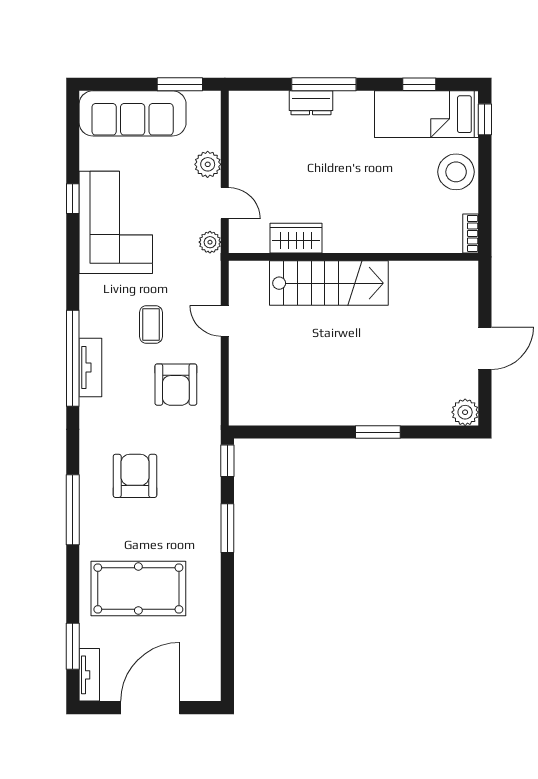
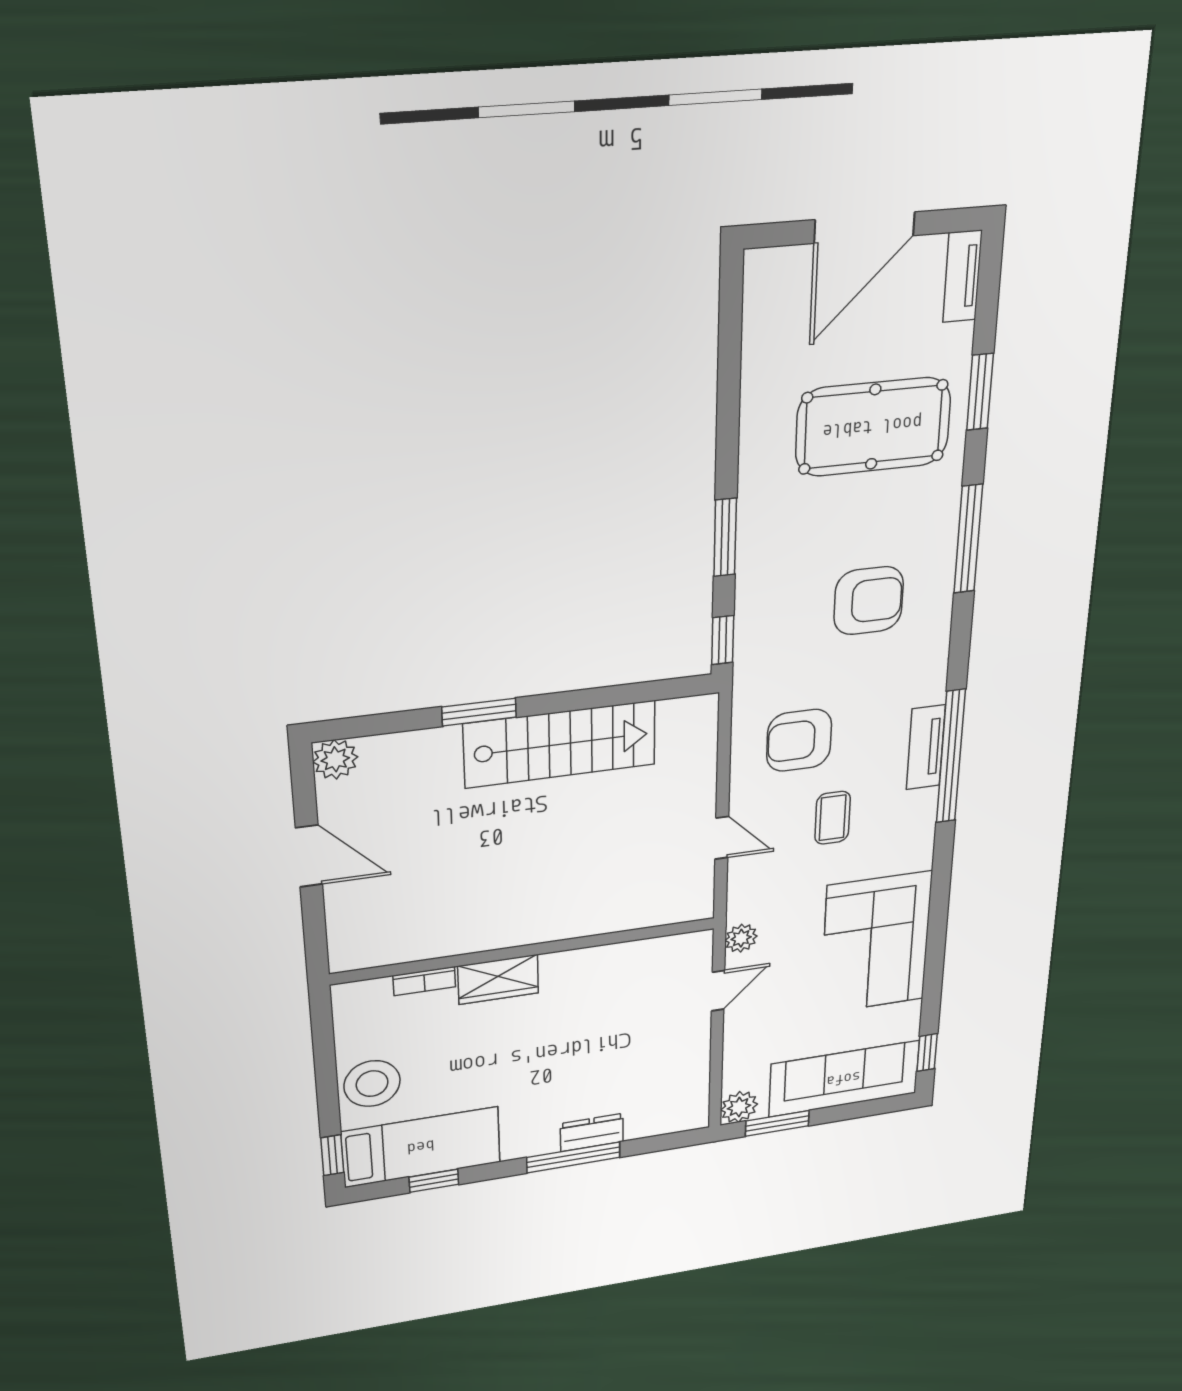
plant: (208, 164) -> (739, 1107), moved
window: (73, 199) -> (927, 1053), moved
door: (225, 203) -> (718, 991), swing flipped
bookcase: (471, 233) -> (424, 981), moved, turned 90
wardrobe: (296, 238) -> (498, 979), moved
stairs: (329, 283) -> (560, 744), moved, turned 180
door: (485, 348) -> (309, 856), swing flipped
armchair: (176, 385) -> (799, 740), turned -90
armchair: (135, 476) -> (869, 601), turned -90
window: (73, 646) -> (980, 392), moved

